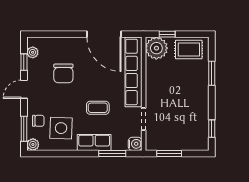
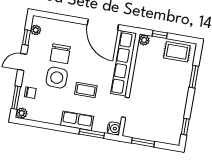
plant: (156, 48) -> (144, 40), width x0.53, depth x0.53
side table: (61, 128) -> (57, 78), moved

